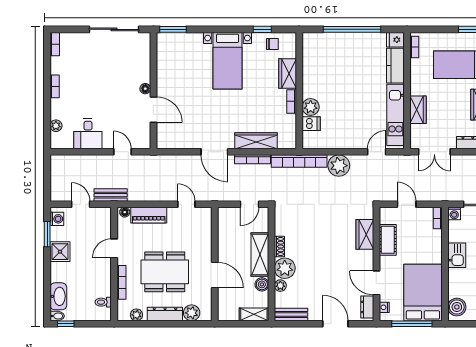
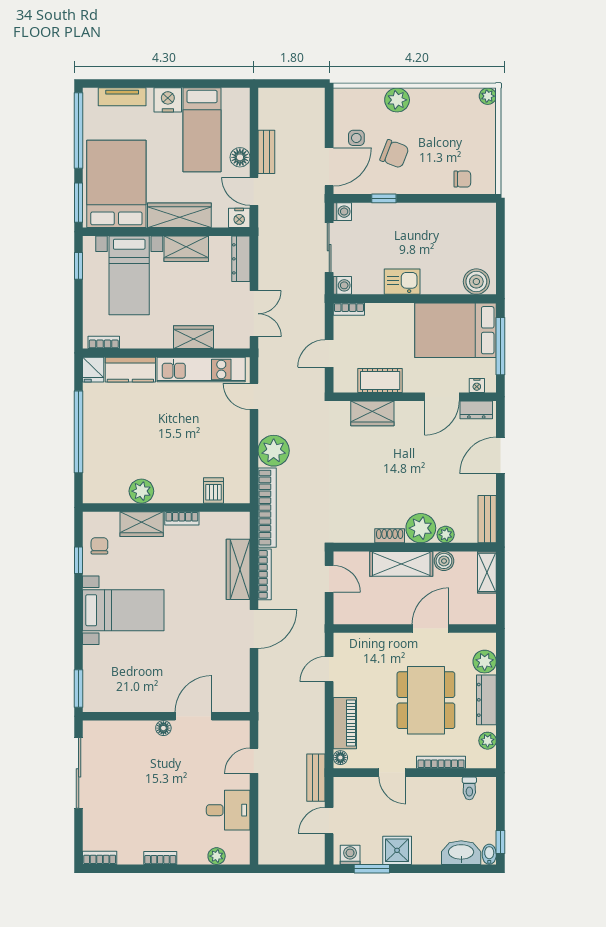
plant: (311, 107) -> (141, 491), moved

